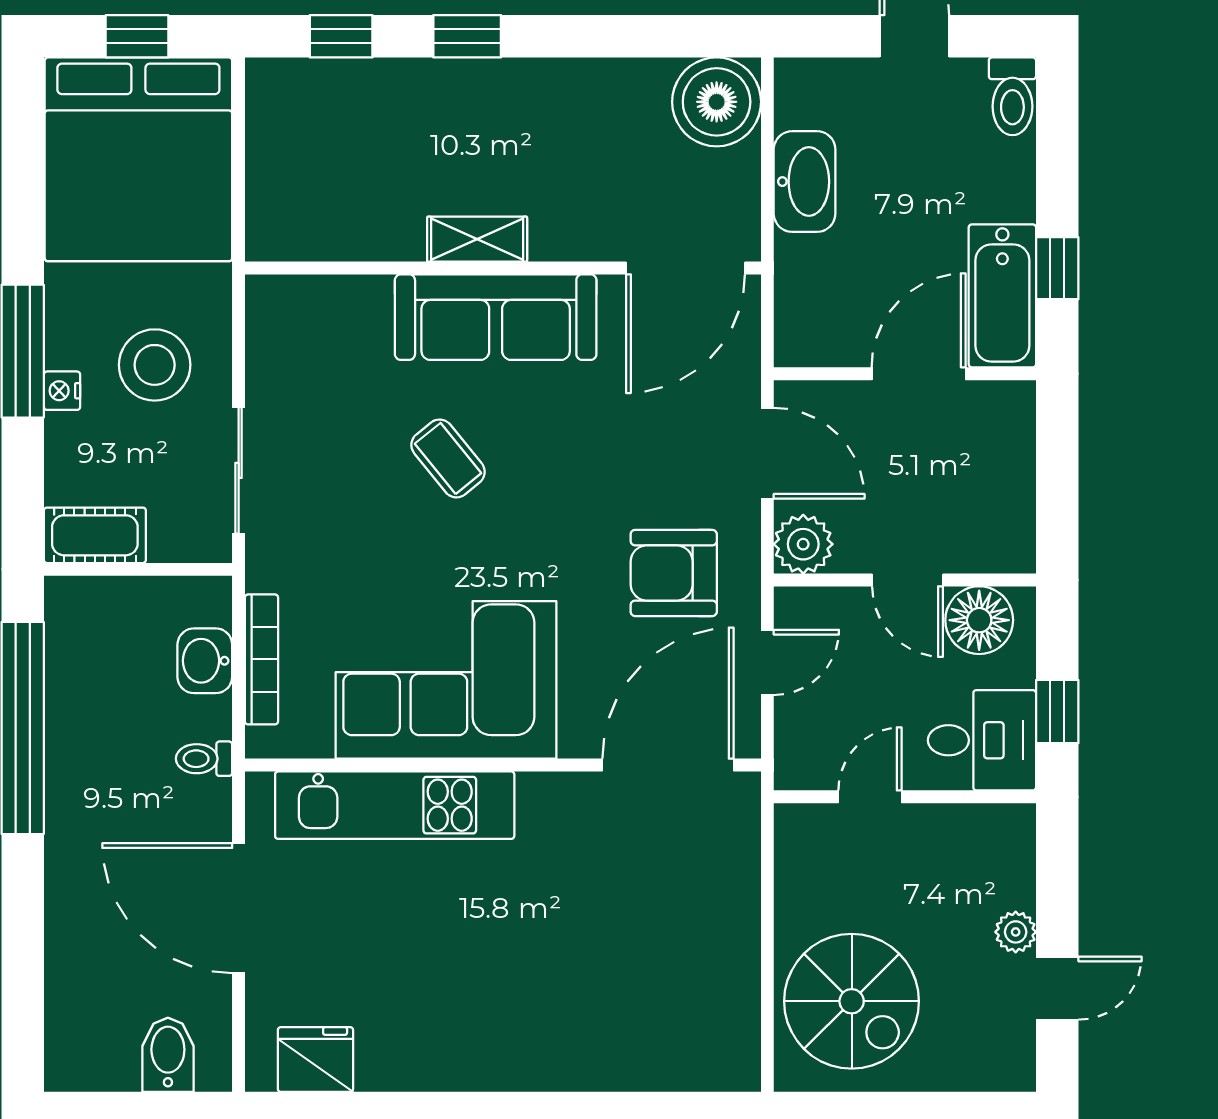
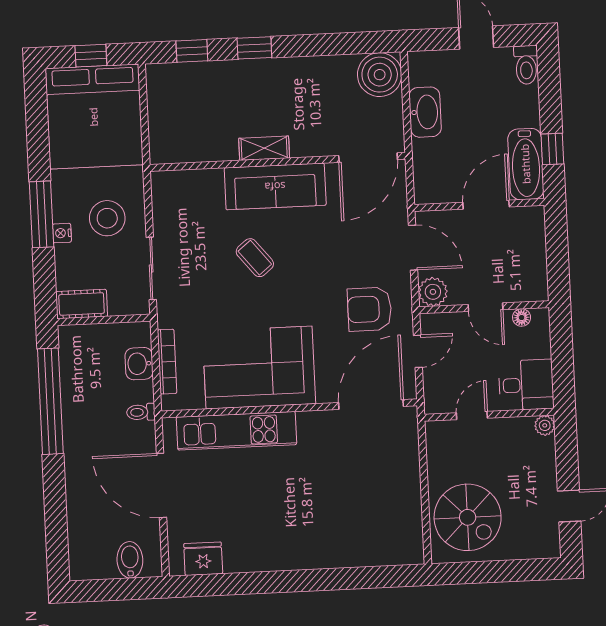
floor lamp: (979, 620) -> (522, 318), width x0.53, depth x0.53
window: (1057, 712) -> (563, 369), removed
plant: (1016, 932) -> (545, 425), moved

